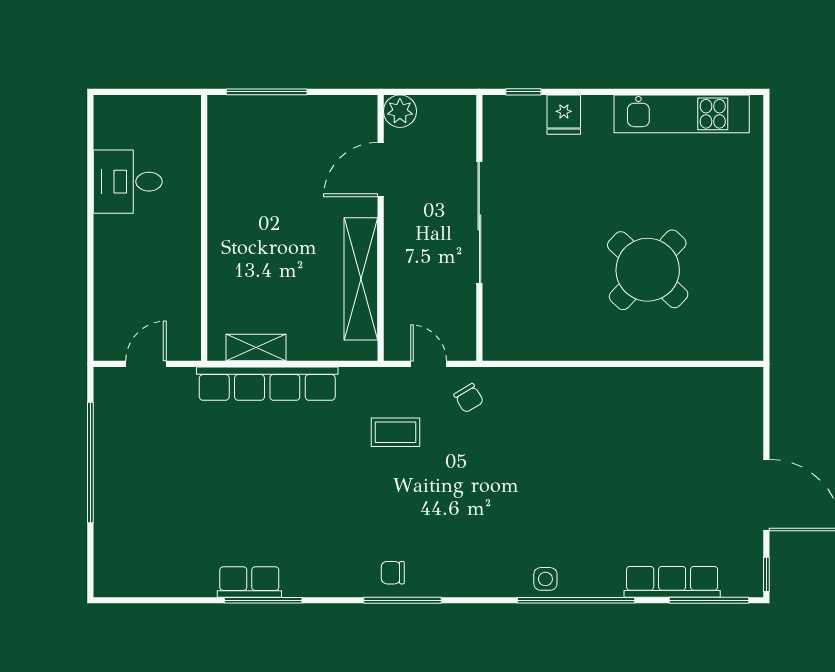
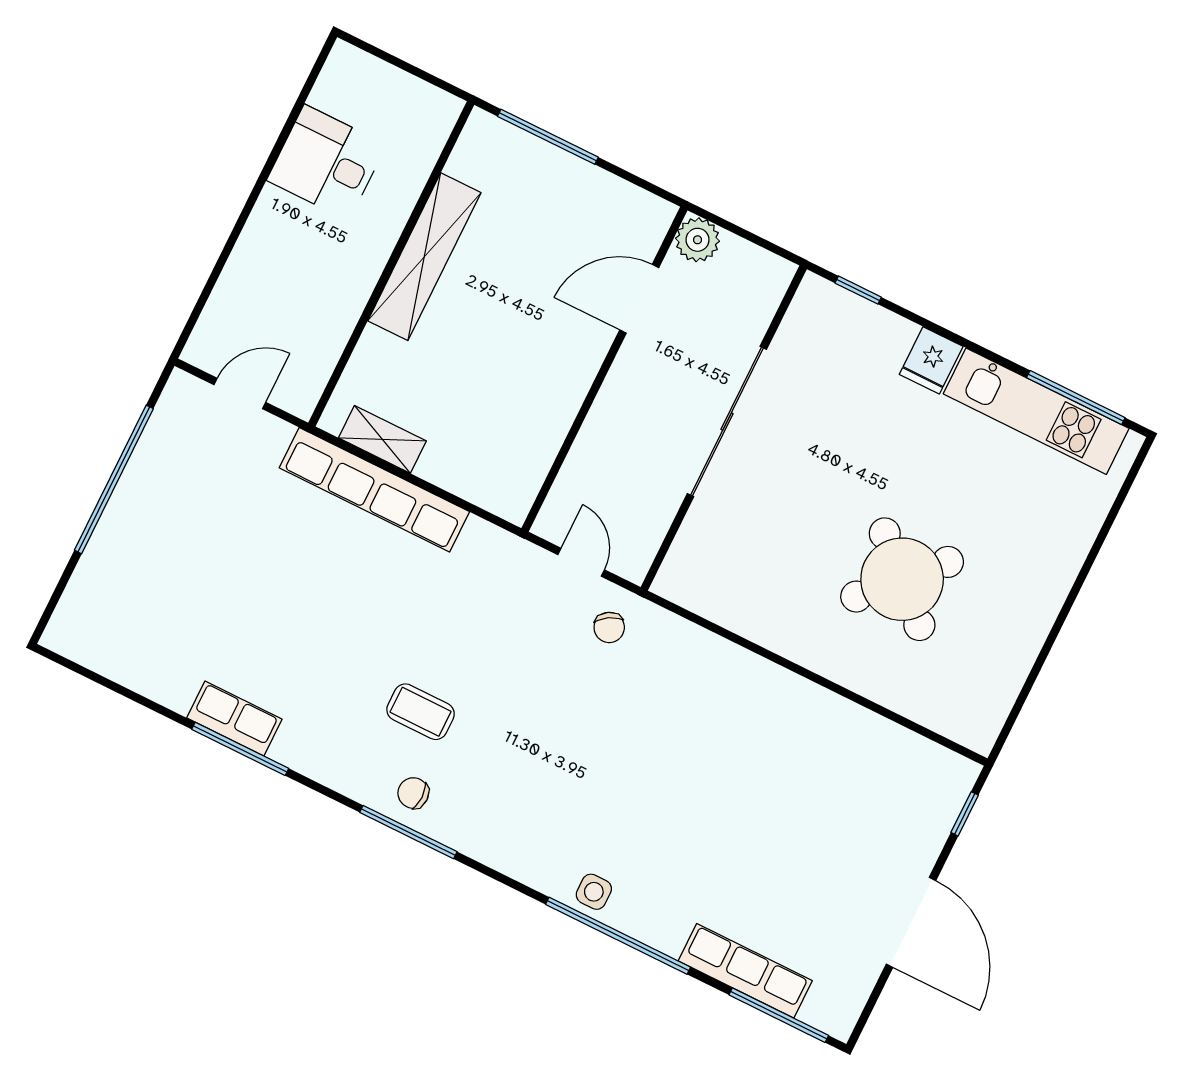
window: (704, 92) -> (1076, 398), added
fridge: (564, 115) -> (931, 360), moved
shelving: (361, 279) -> (424, 257), moved
coffee table: (396, 432) -> (421, 712), moved
window: (766, 574) -> (965, 814), moved

